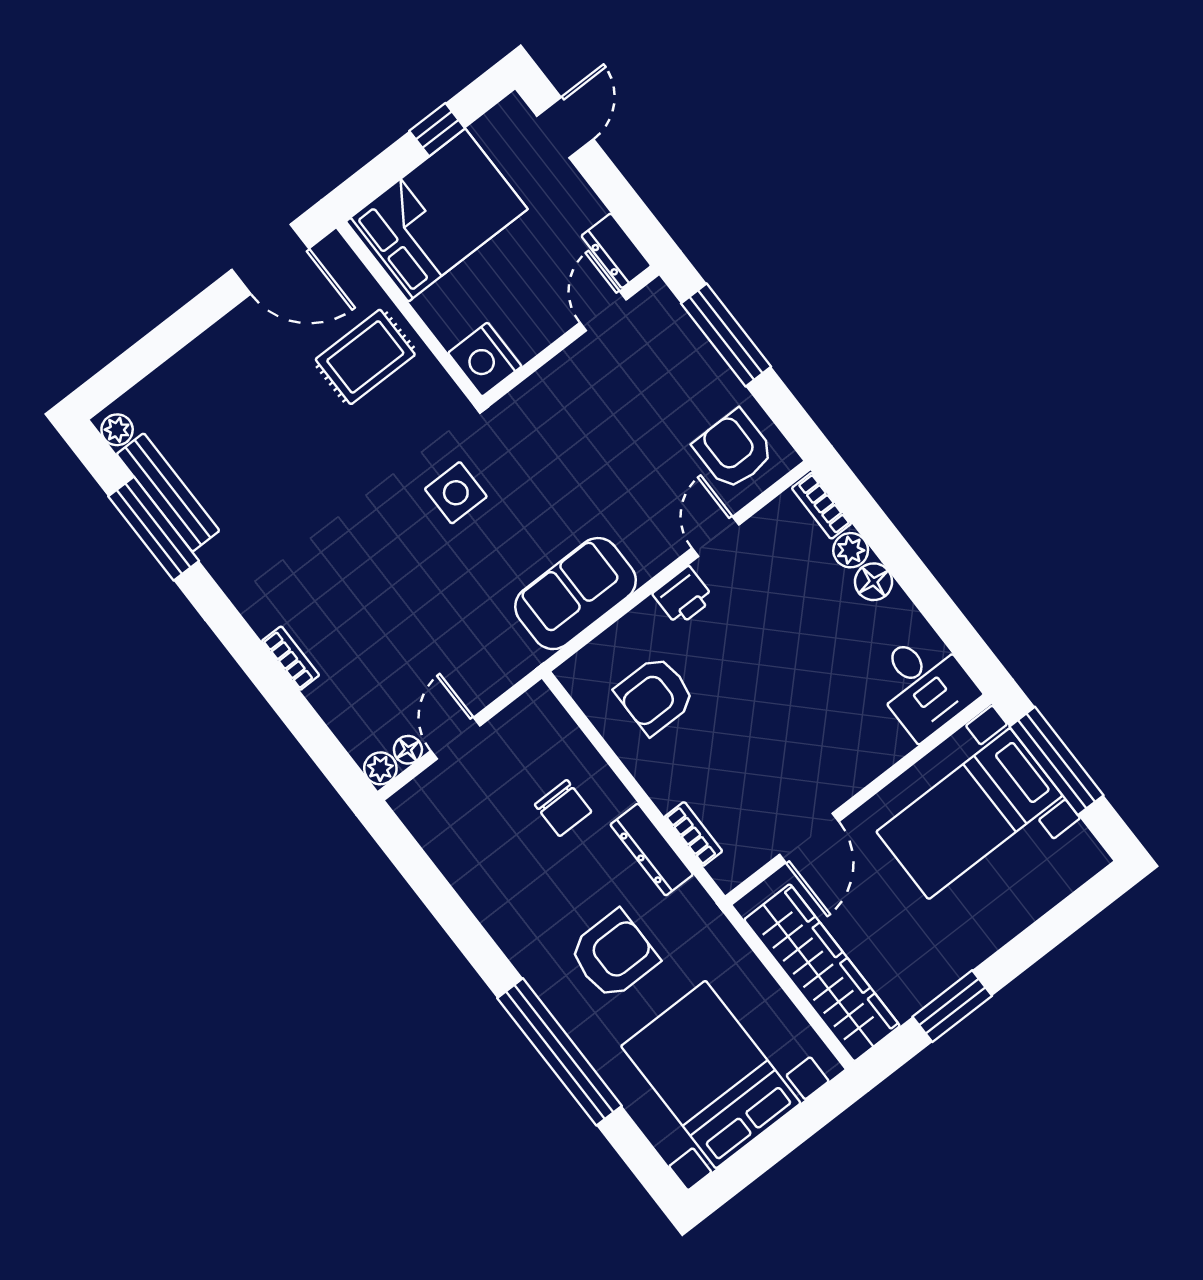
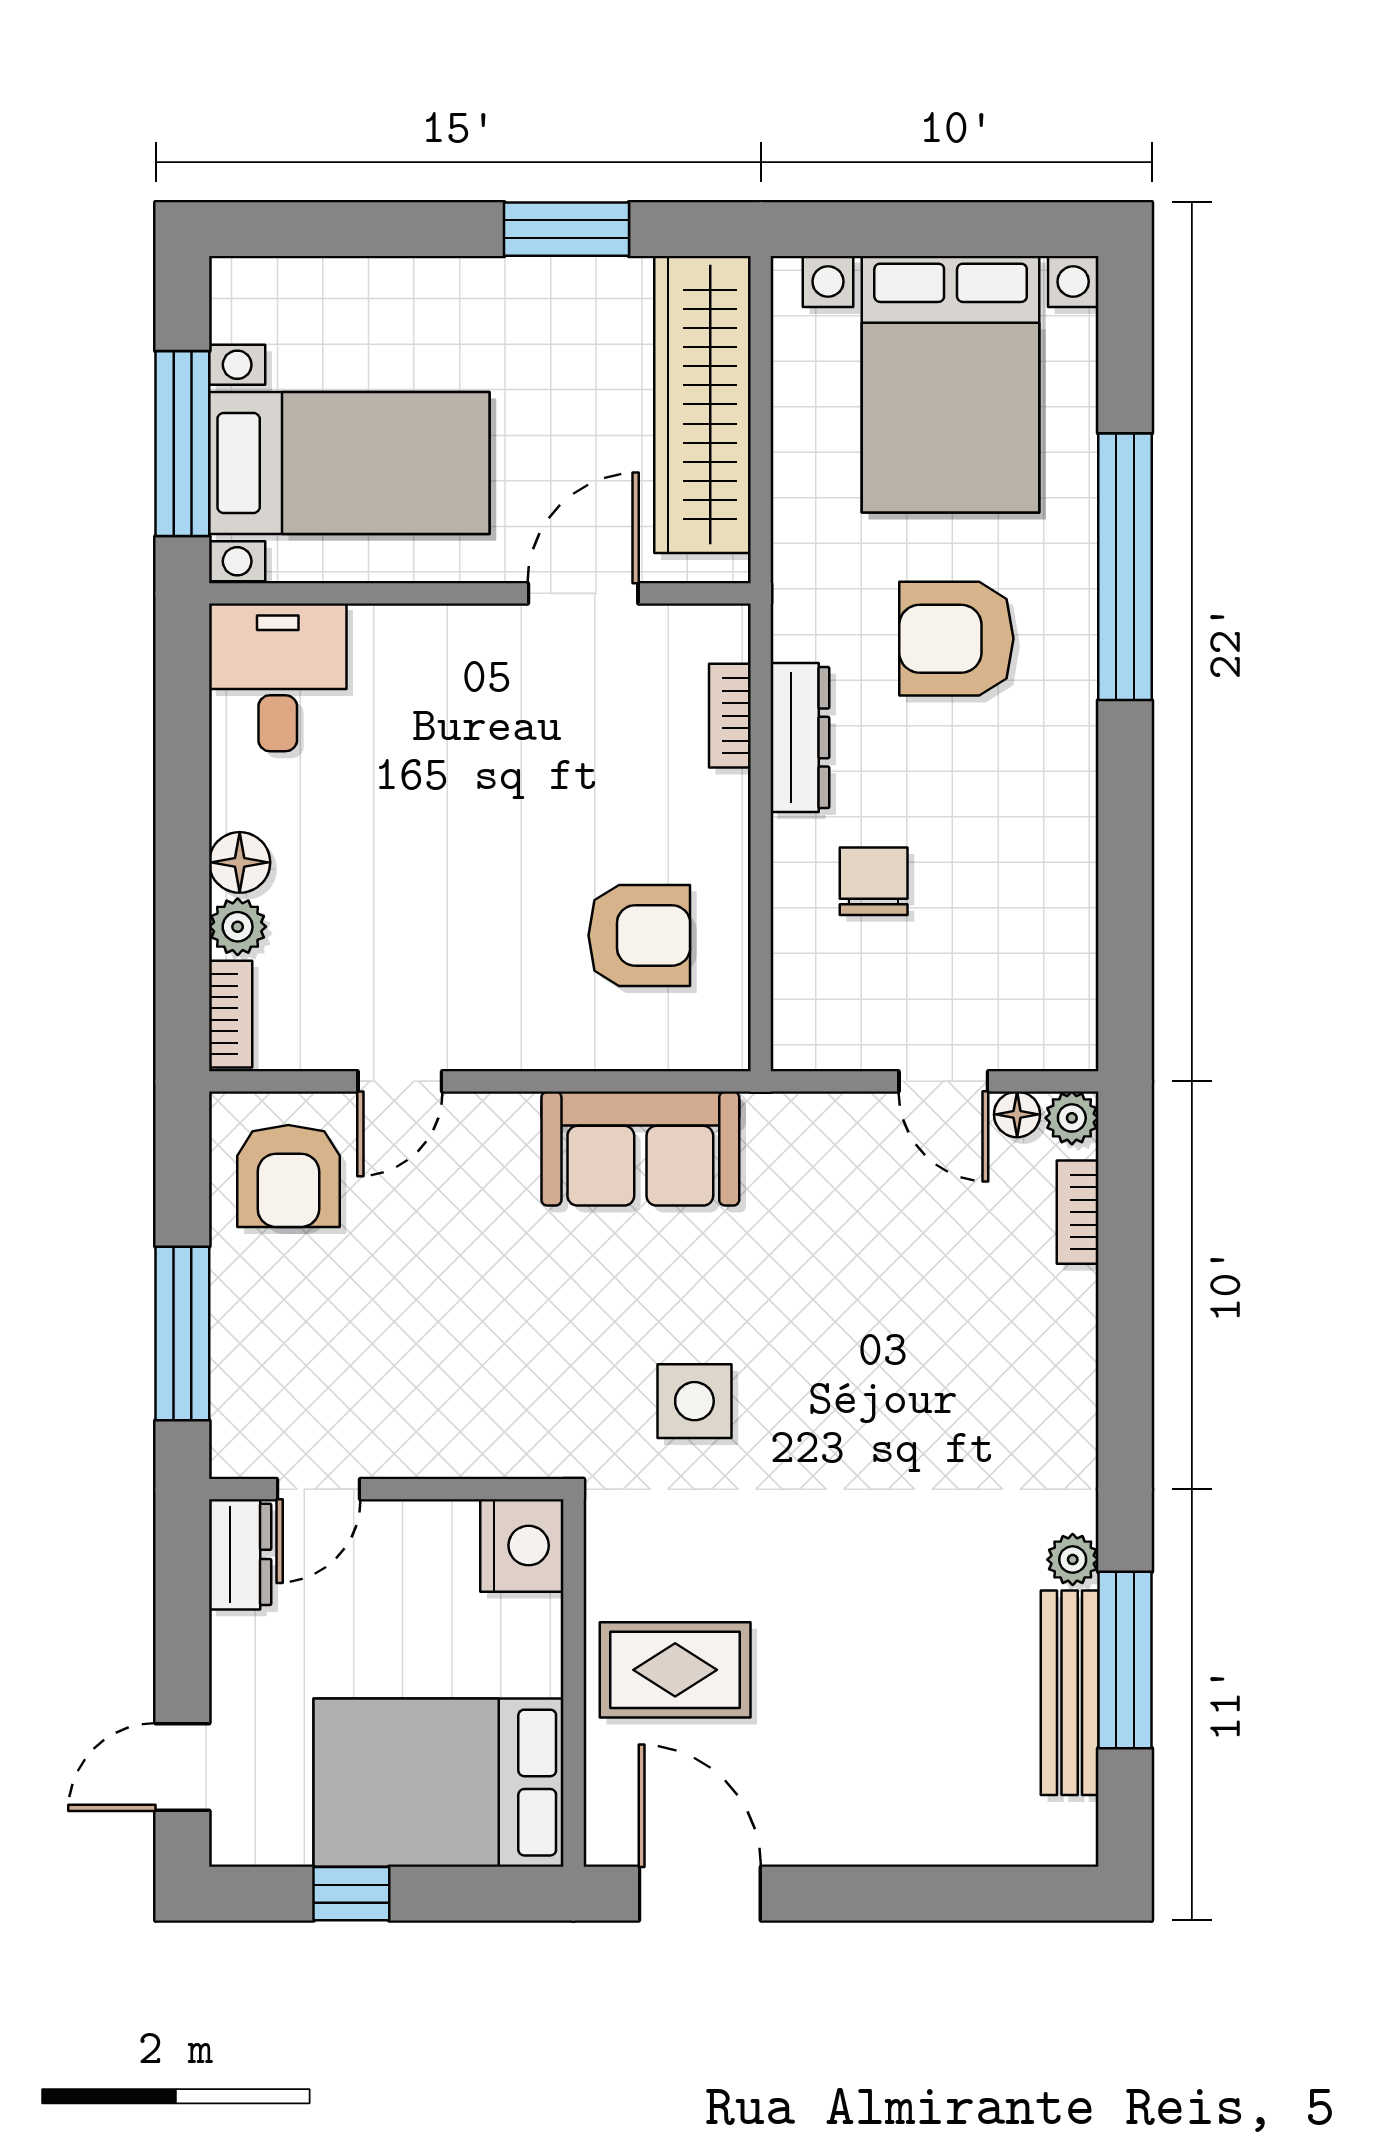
plant: (117, 430) -> (1073, 1560), moved
printer: (683, 596) -> (502, 1036), removed
bookcase: (290, 658) -> (1078, 1212), moved
door: (455, 738) -> (943, 1081), hinge flipped

